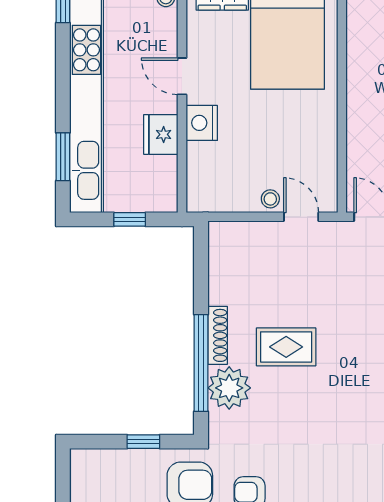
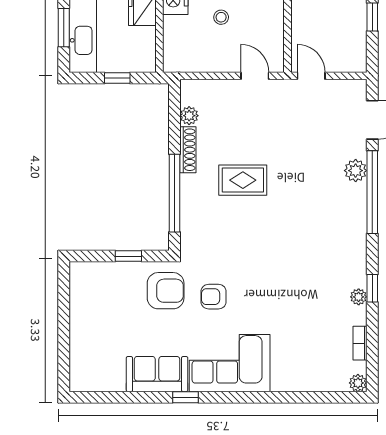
stool: (270, 199) -> (221, 17), moved
shoe rack: (218, 335) -> (188, 150), moved
plant: (229, 388) -> (189, 116), moved, width x0.53, depth x0.53

